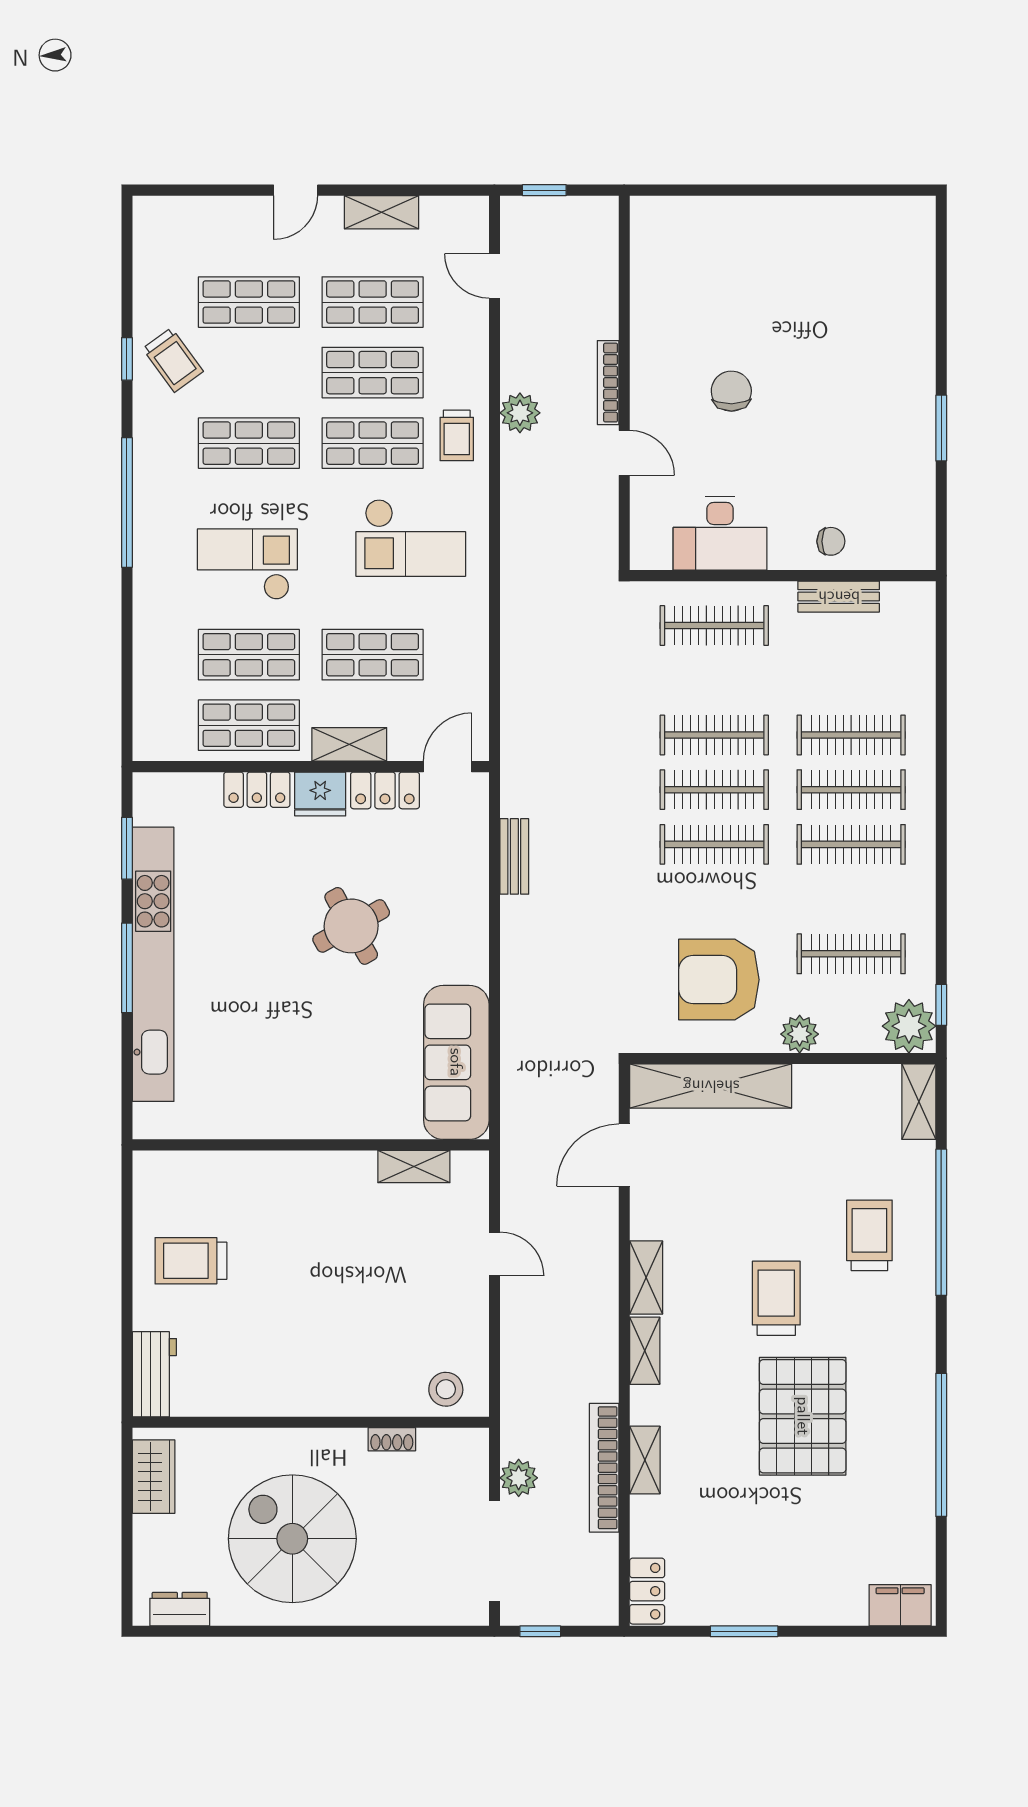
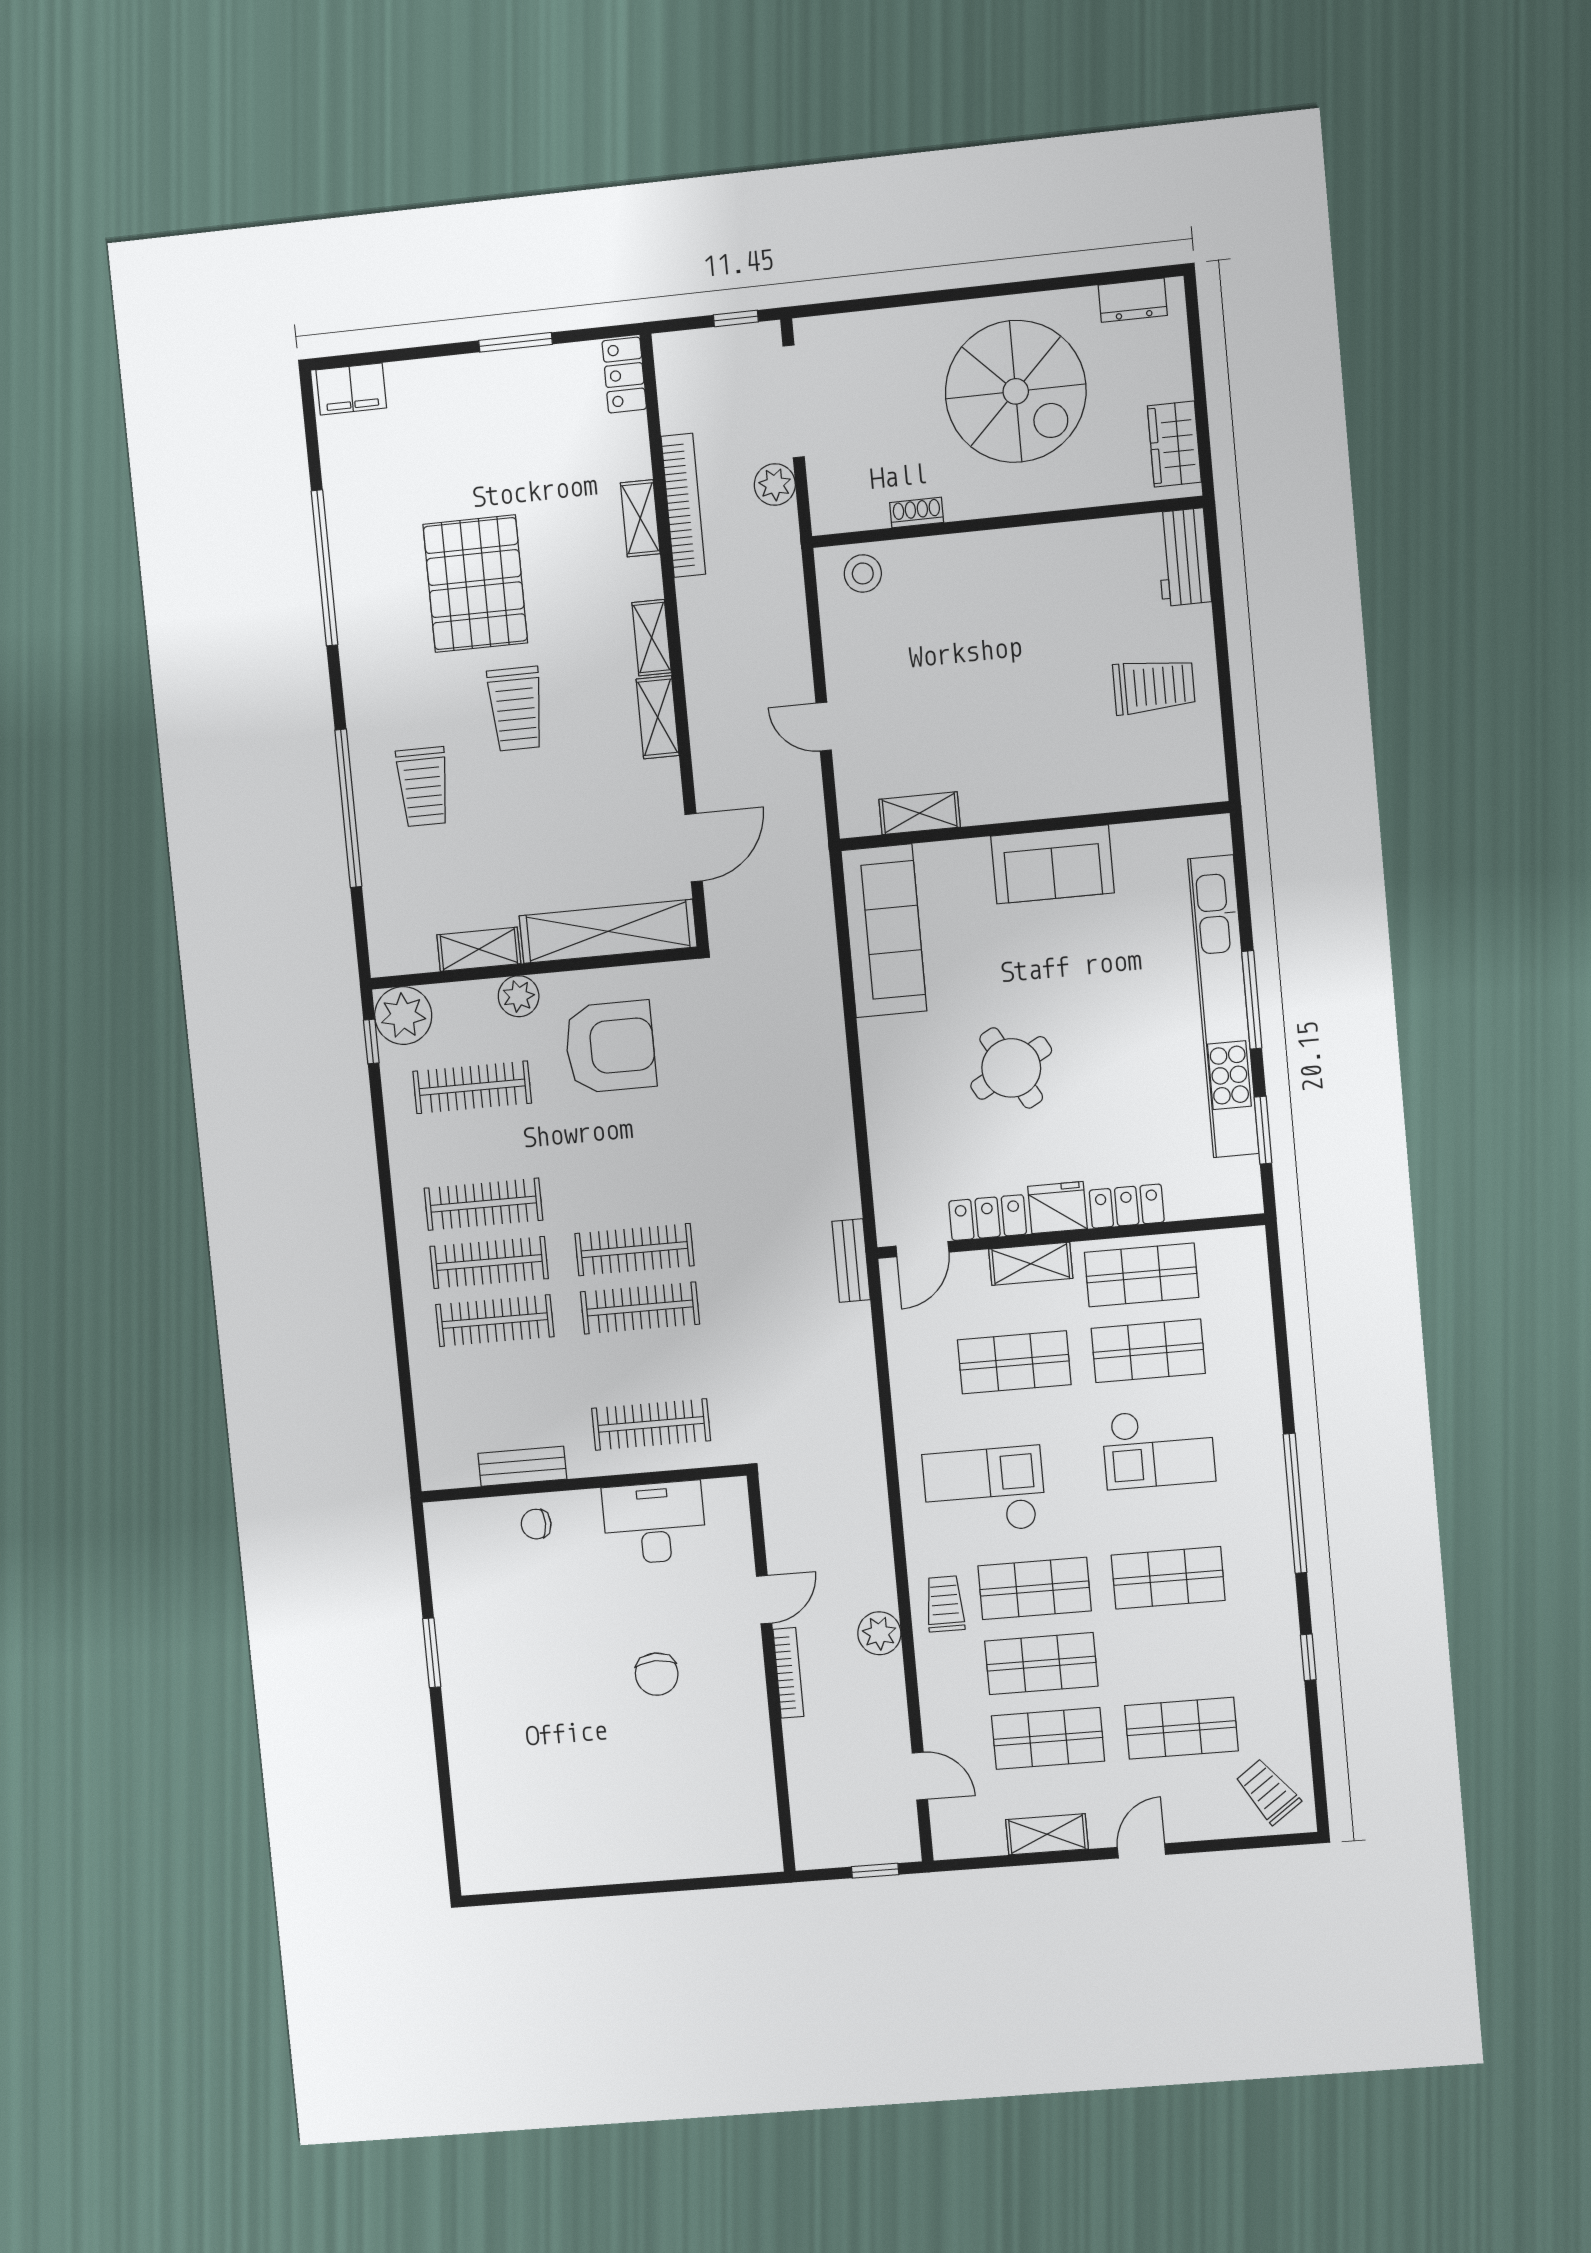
trolley: (173, 360) -> (1268, 1791), moved
door: (624, 453) -> (764, 1600), swing flipped
clothes rail: (714, 844) -> (629, 1191), removed
bench: (514, 856) -> (851, 1260), moved
shelving: (919, 1102) -> (479, 949), moved, turned 90
sofa: (297, 1108) -> (1053, 864), added

